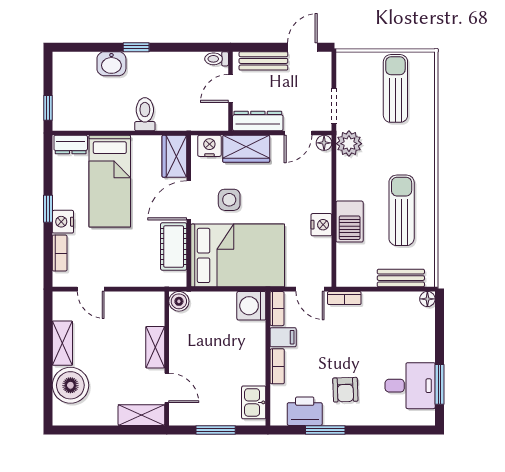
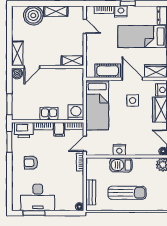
bed: (238, 255) -> (97, 105), width x0.67
door: (91, 289) -> (85, 26), swing flipped
boiler: (179, 301) -> (17, 74), moved
shelving: (155, 347) -> (72, 61), moved
desk: (410, 386) -> (38, 197), width x1.37
kitchen sink: (254, 402) -> (49, 114), moved
printer: (305, 411) -> (24, 130), moved, turned 90
window: (216, 430) -> (9, 104), moved
window: (325, 430) -> (9, 142), moved

